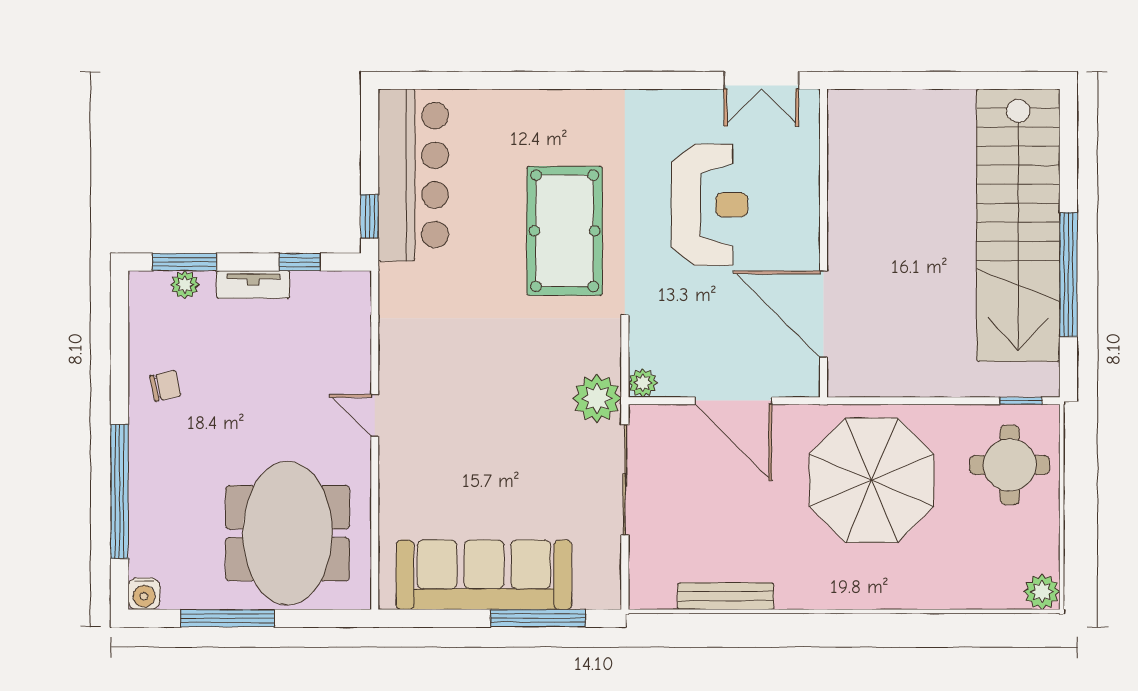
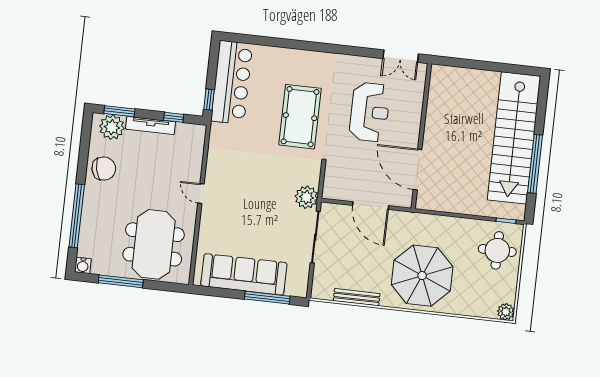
tv unit: (253, 284) -> (151, 125), width x1.41
plant: (185, 285) -> (112, 127), width x1.88, depth x1.88
plant: (643, 383) -> (329, 192), removed
chair: (165, 386) -> (104, 169), width x1.87, depth x1.87
parasol: (872, 480) -> (422, 276), moved

